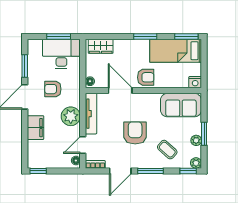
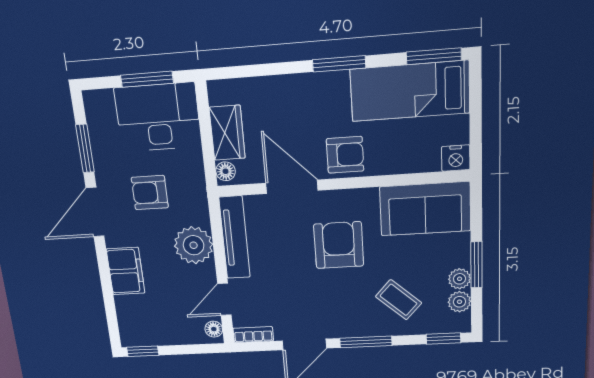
wardrobe: (101, 46) -> (227, 133), moved, turned -90
armchair: (135, 133) -> (339, 245), moved
plant: (196, 163) -> (459, 302), moved

